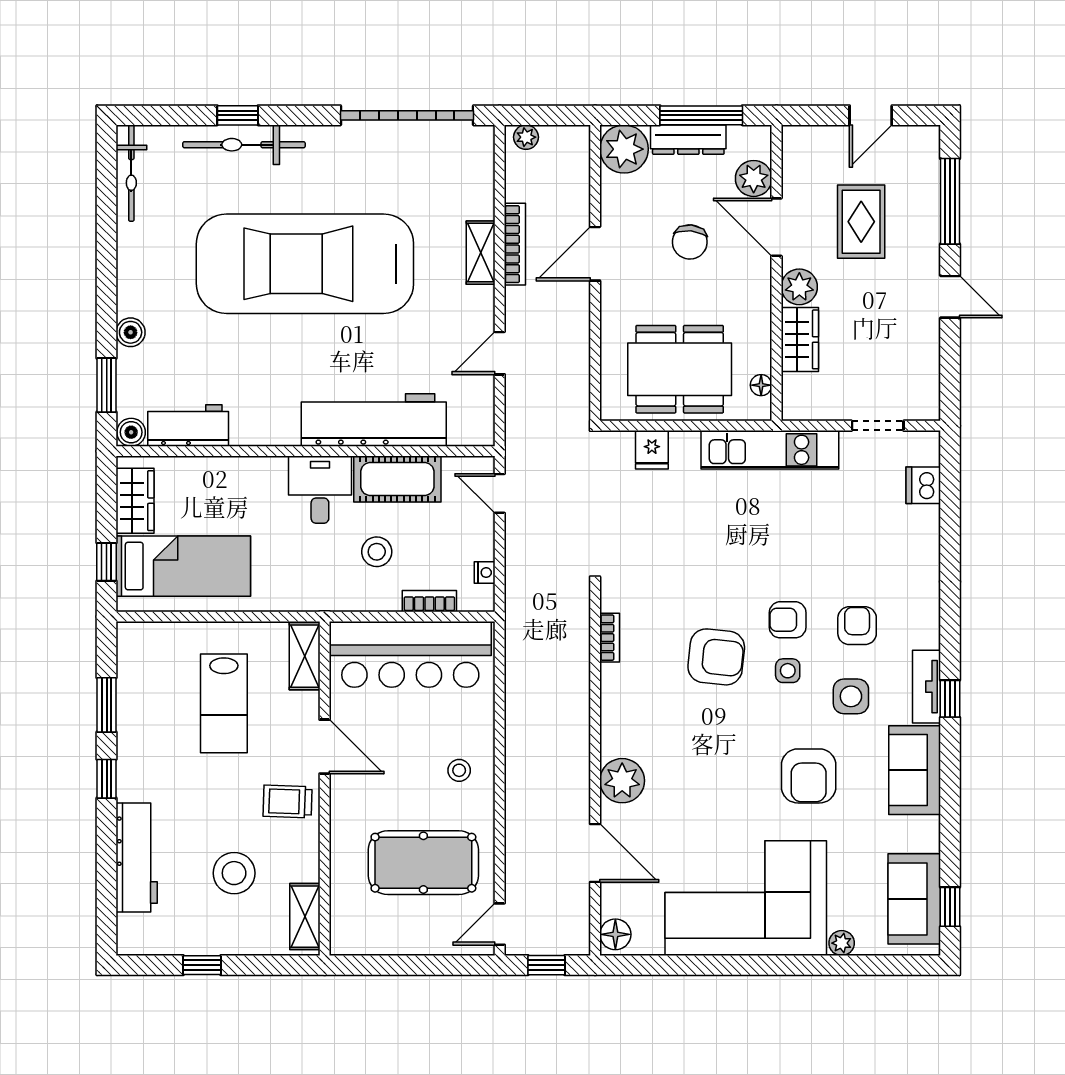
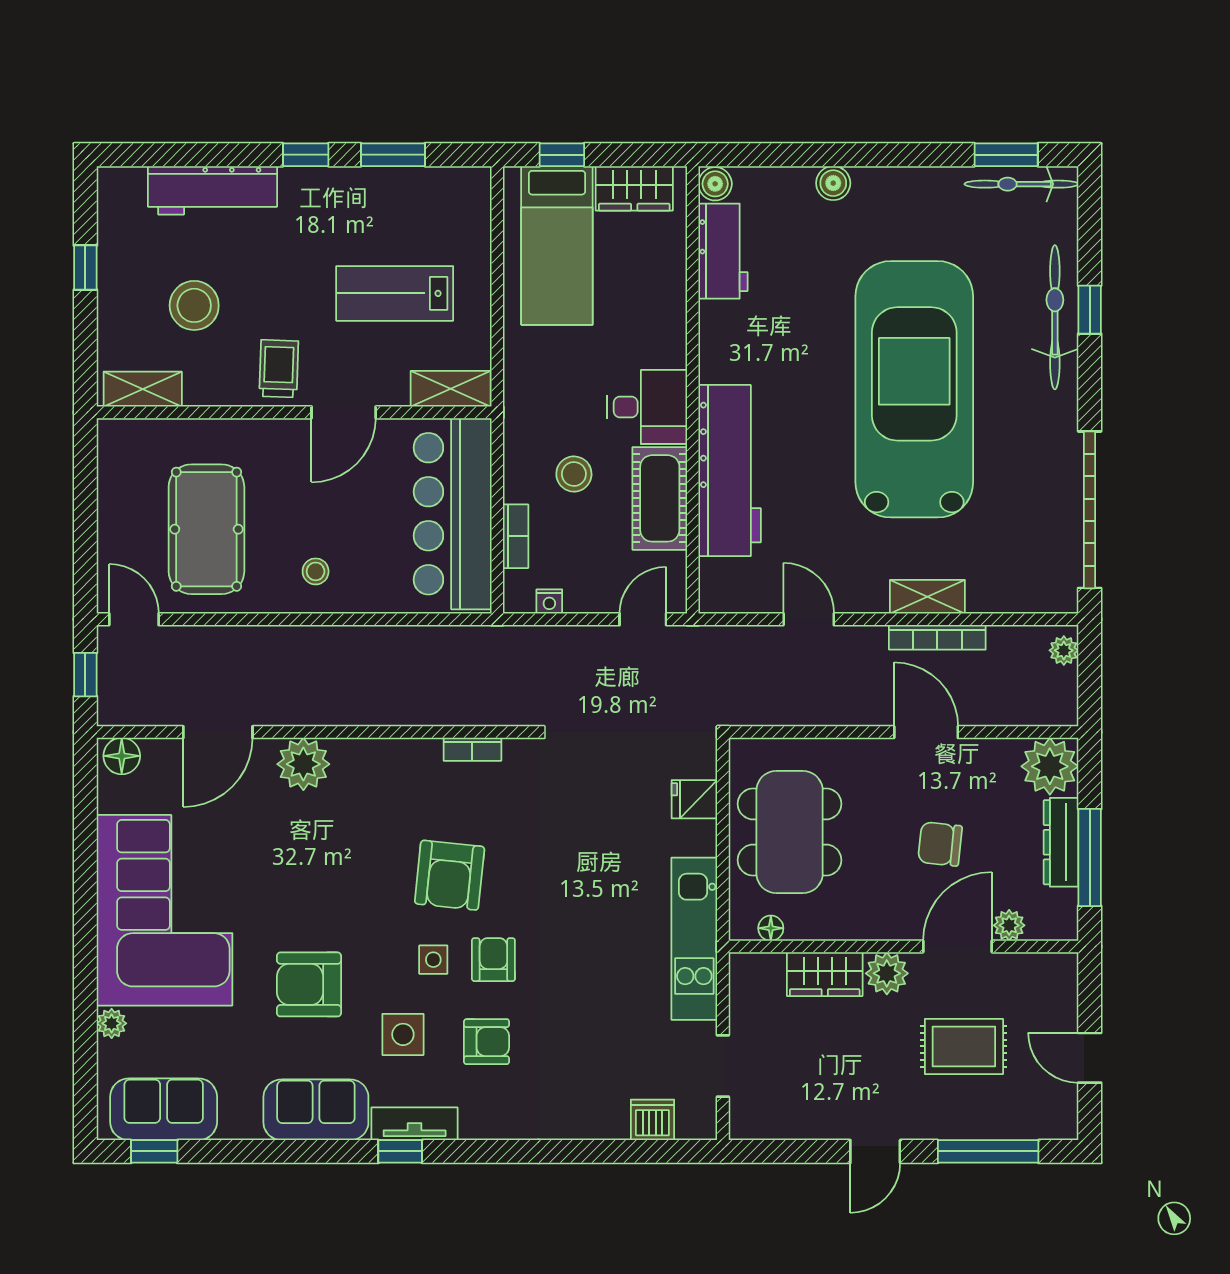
plant: (754, 178) -> (1009, 925), width x0.73, depth x0.73
window: (107, 385) -> (1006, 155), moved

